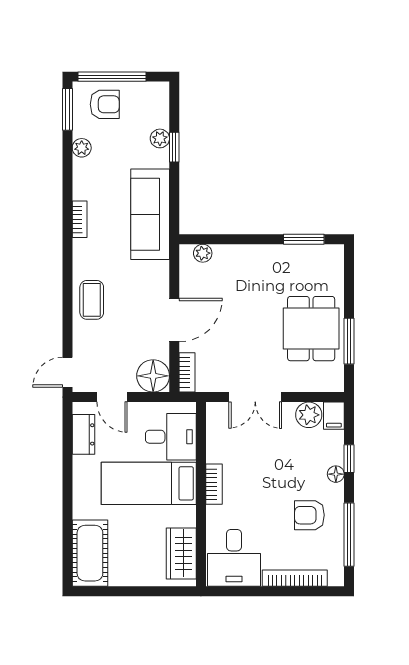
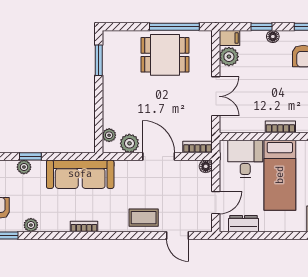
plant: (192, 281) -> (129, 143), added
window: (349, 341) -> (174, 27), width x1.44
door: (67, 372) -> (178, 236), moved
floor lamp: (153, 376) -> (206, 166), width x0.53, depth x0.53

